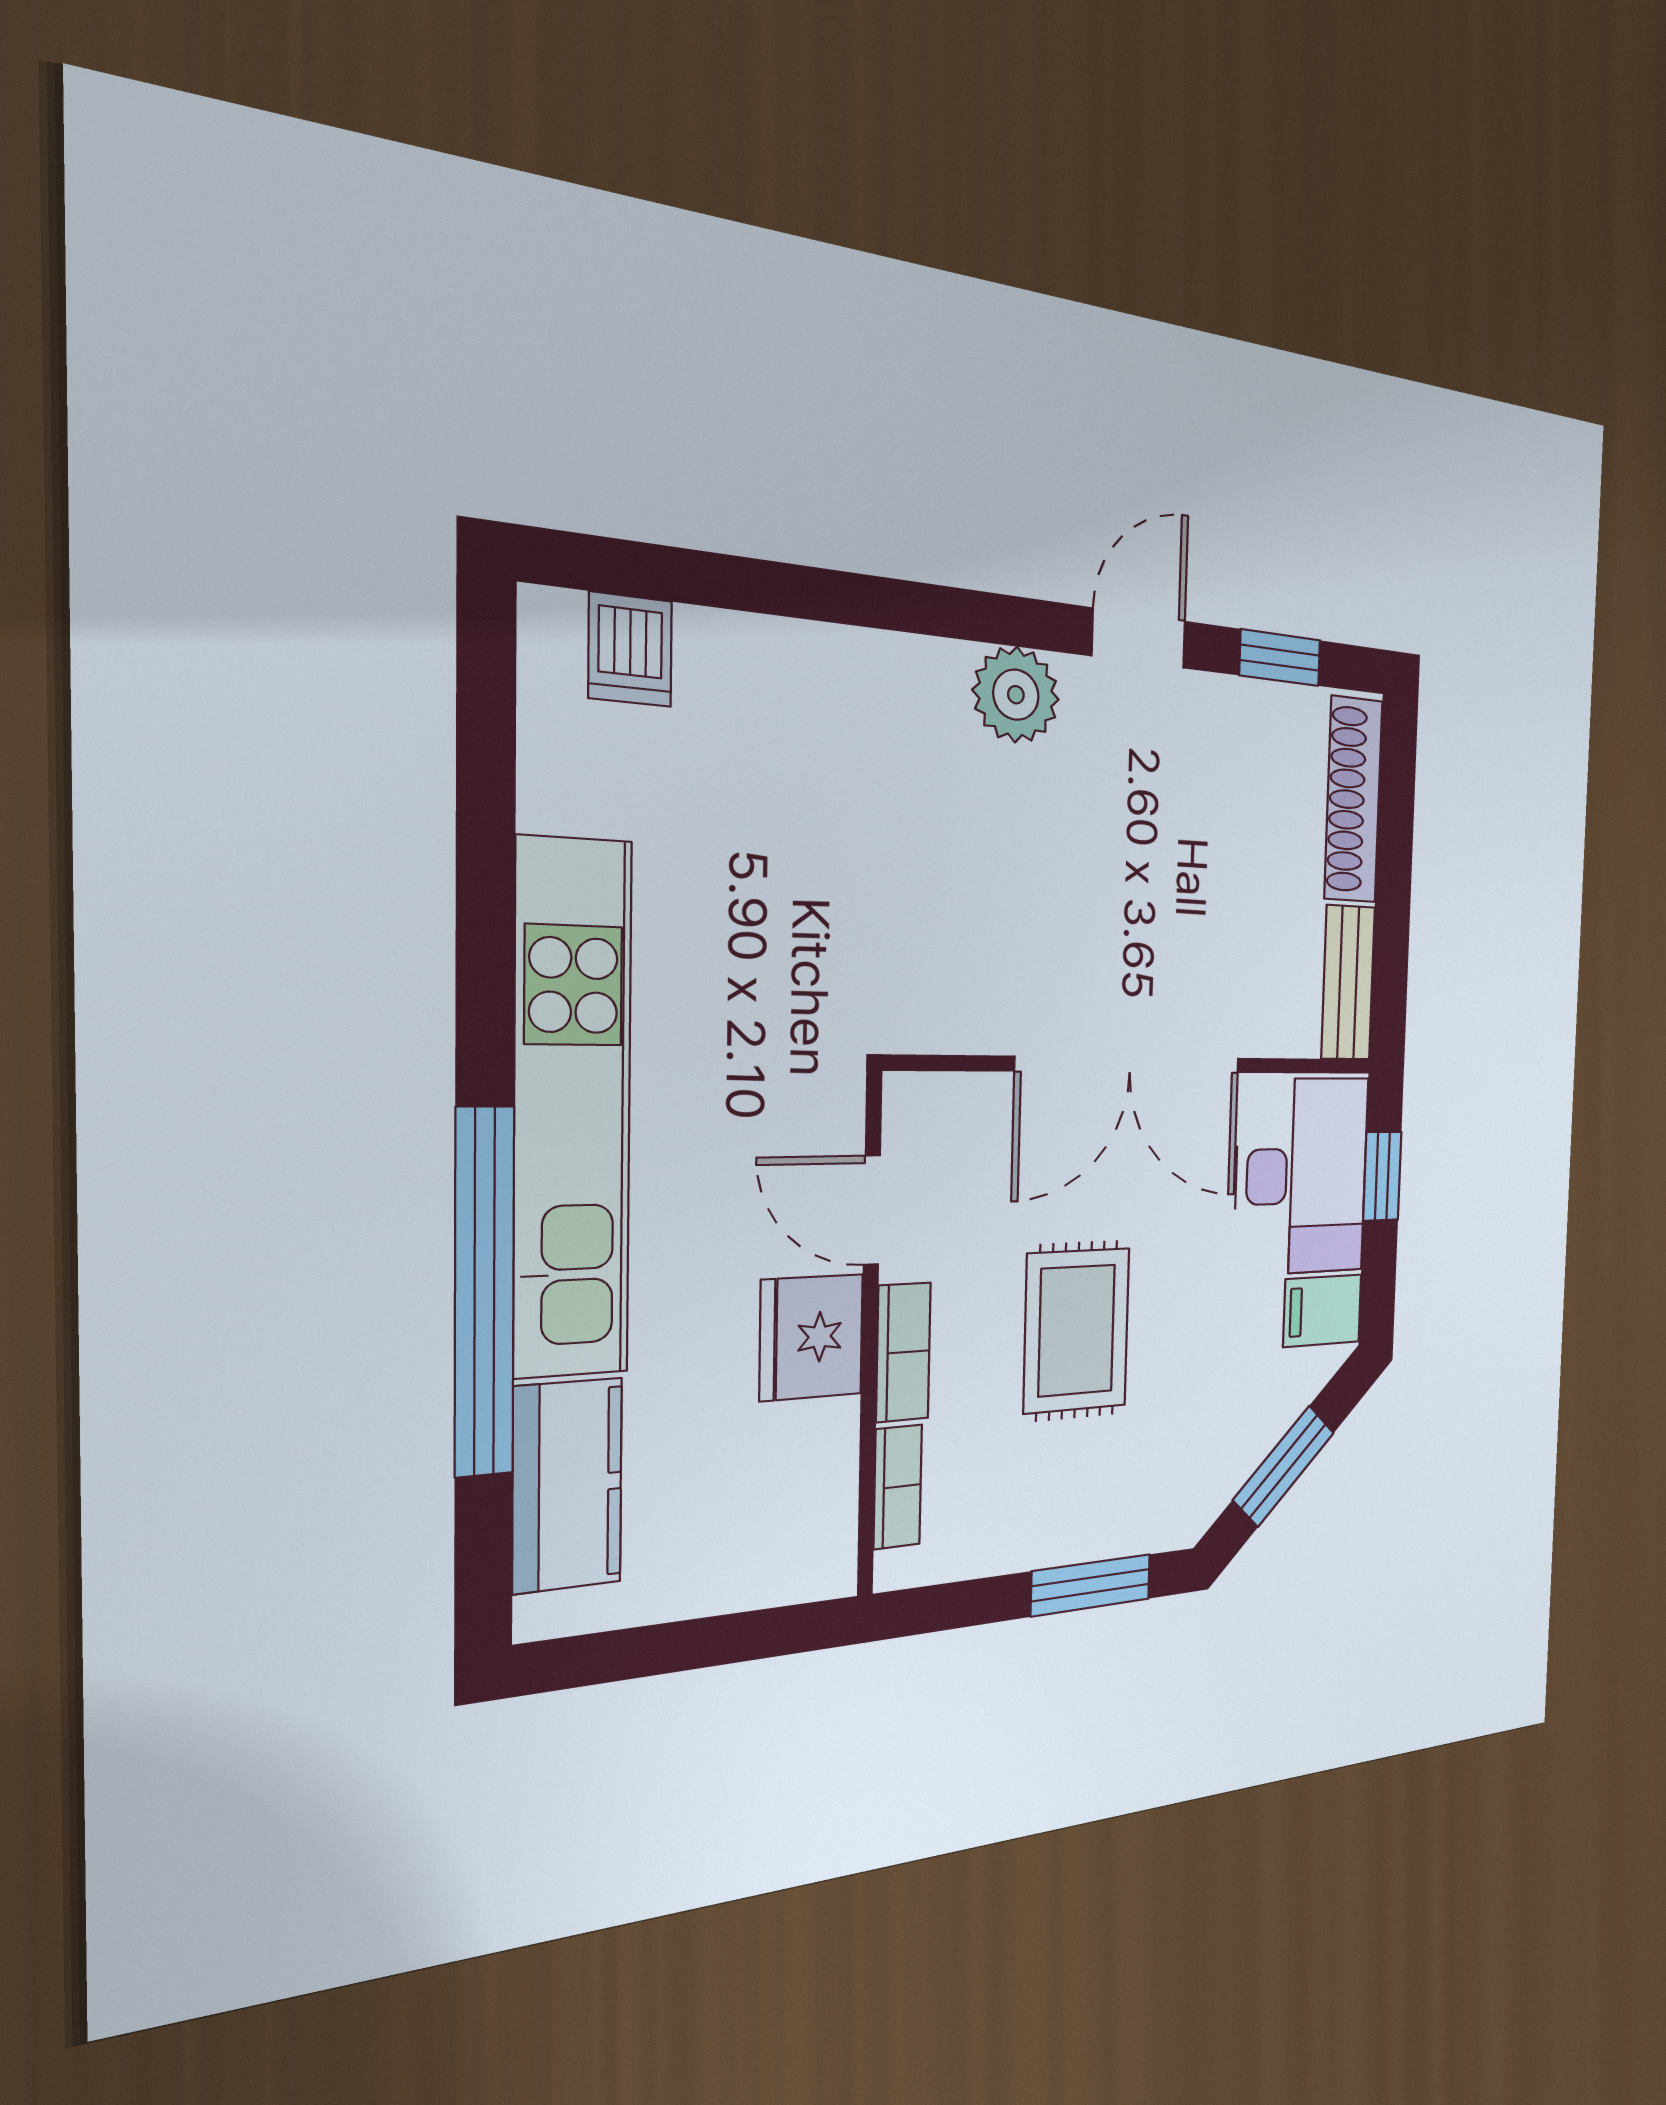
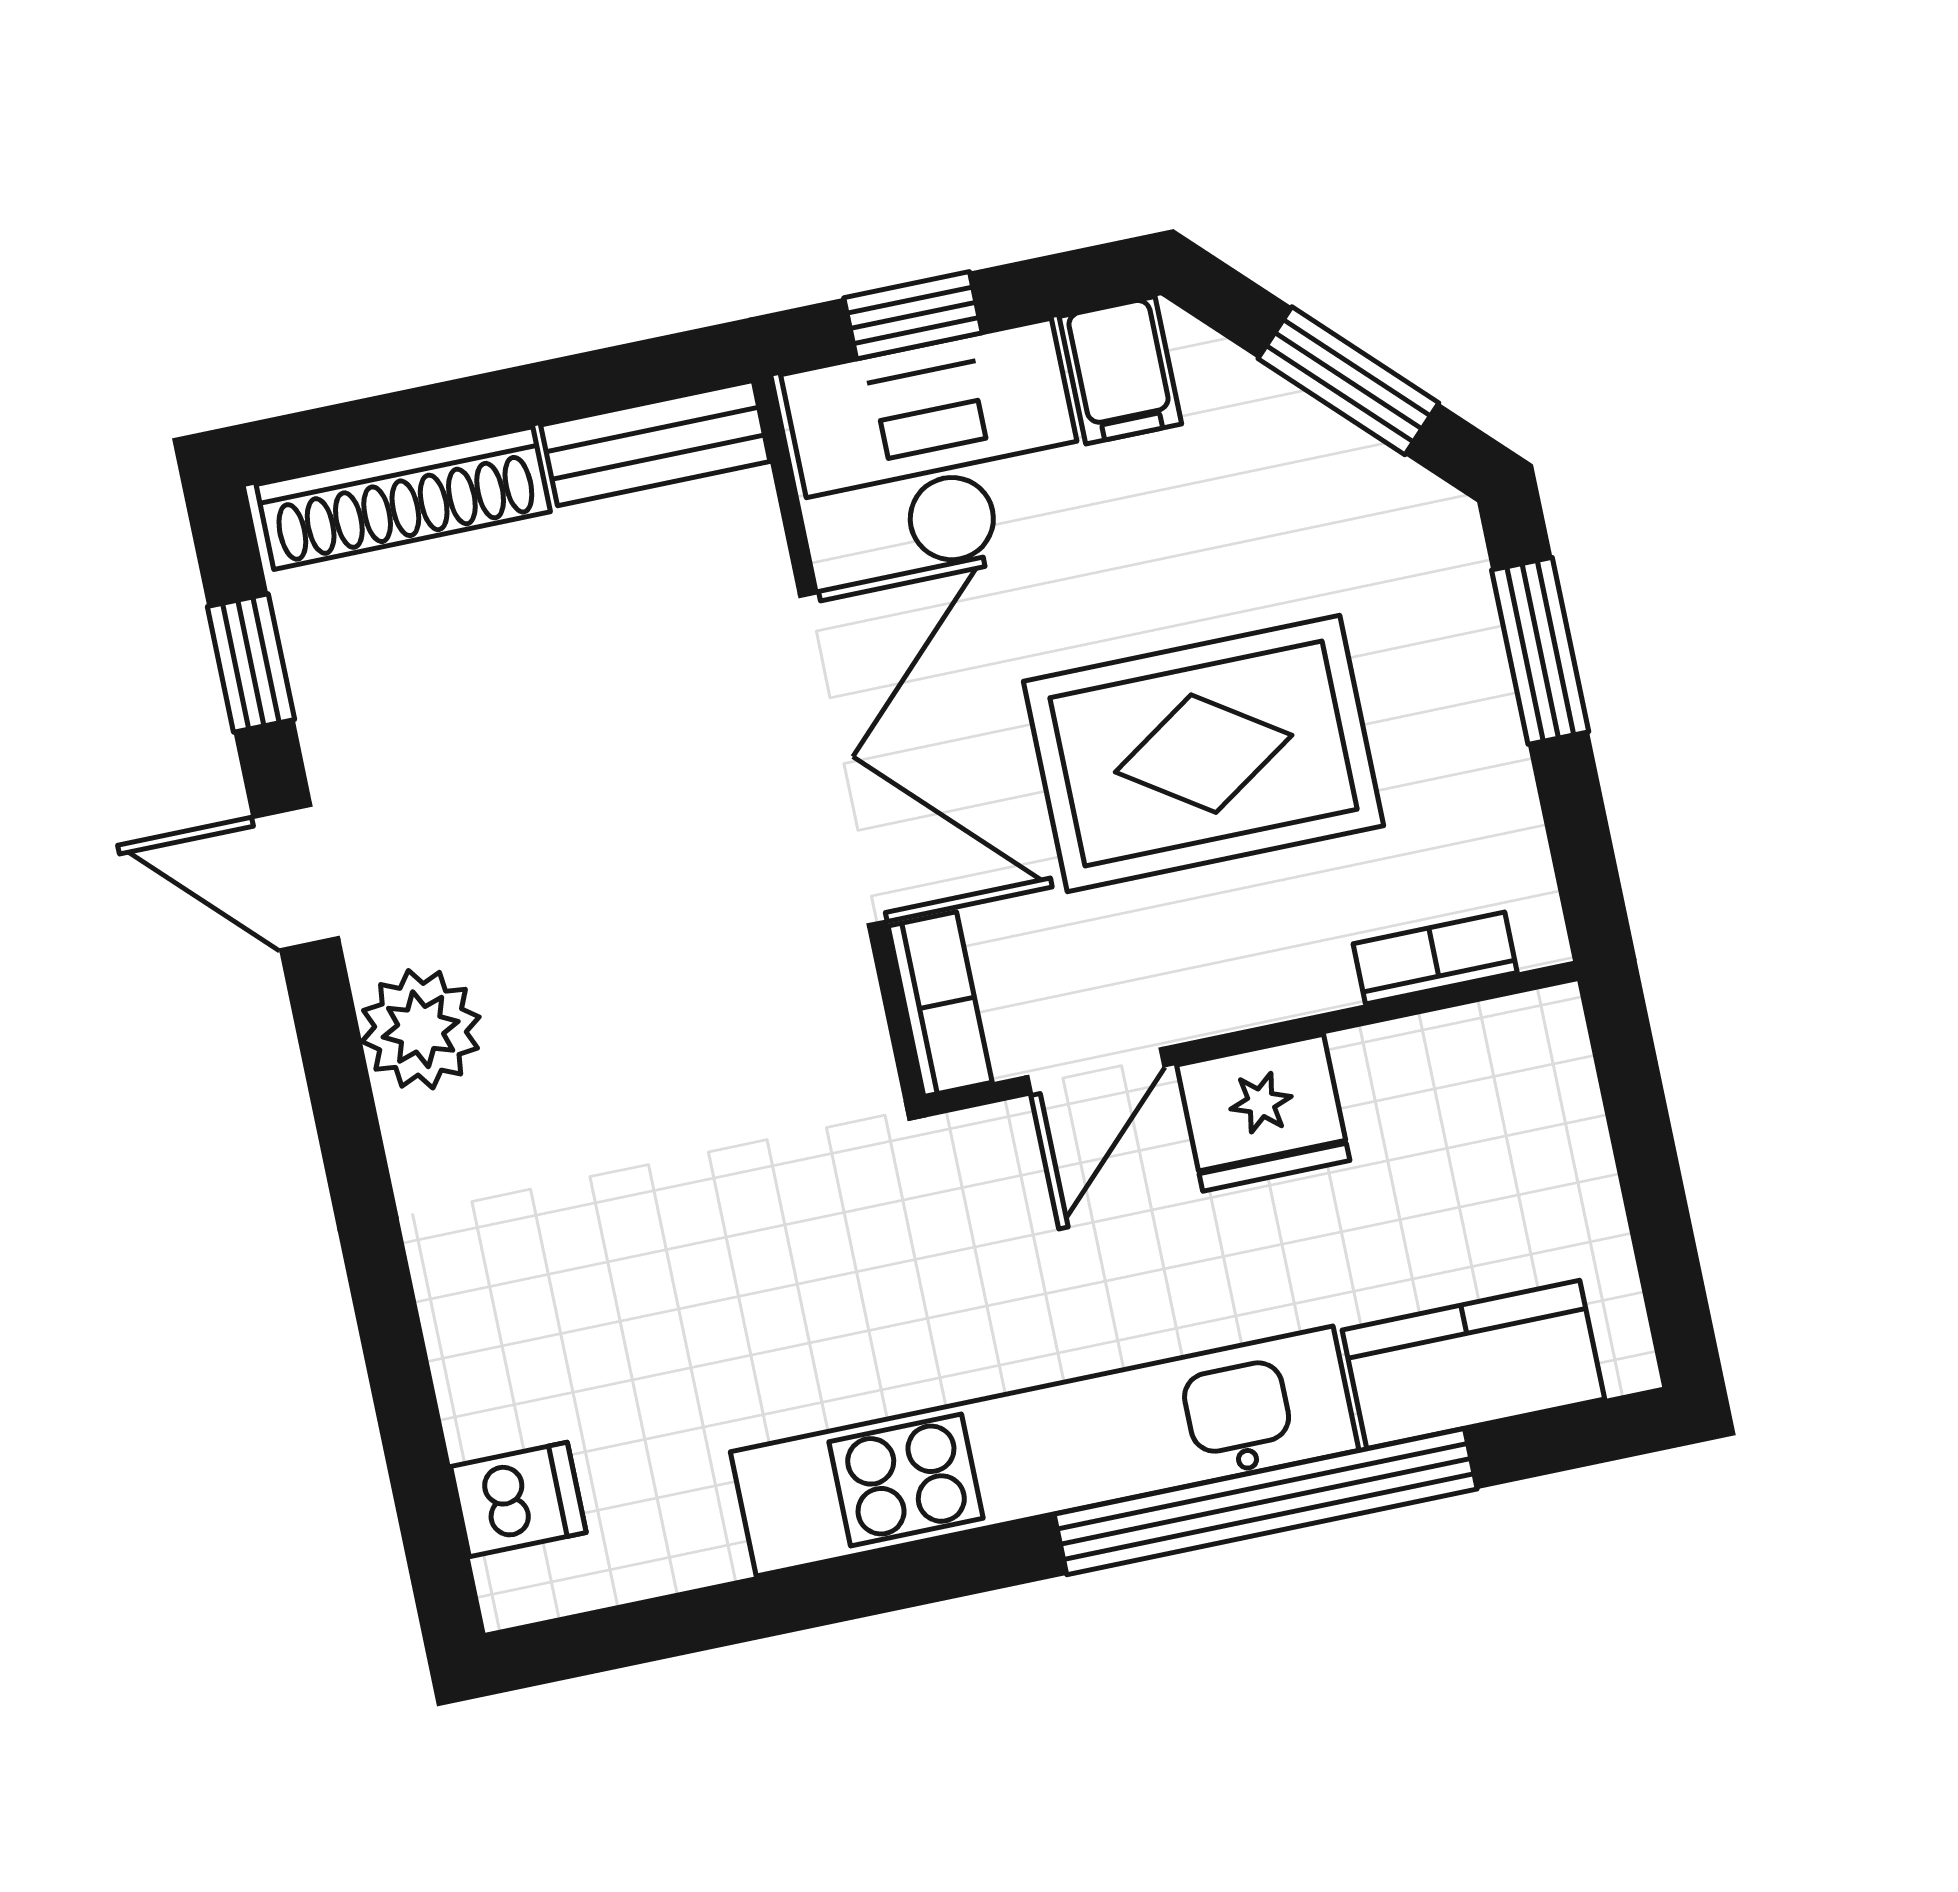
rug: (1077, 1330) -> (1204, 754), width x1.36, depth x1.43
bookcase: (903, 1352) -> (940, 1004), moved, turned 90

